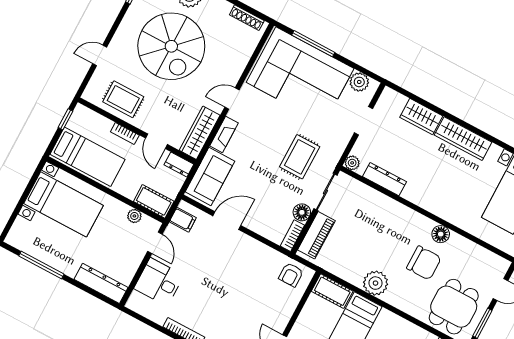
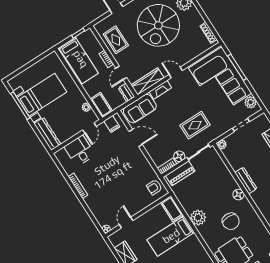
dresser: (384, 179) -> (246, 181), moved
bed with nightstands: (63, 204) -> (42, 95), moved, turned -90
floor lamp: (441, 234) -> (238, 195), moved

